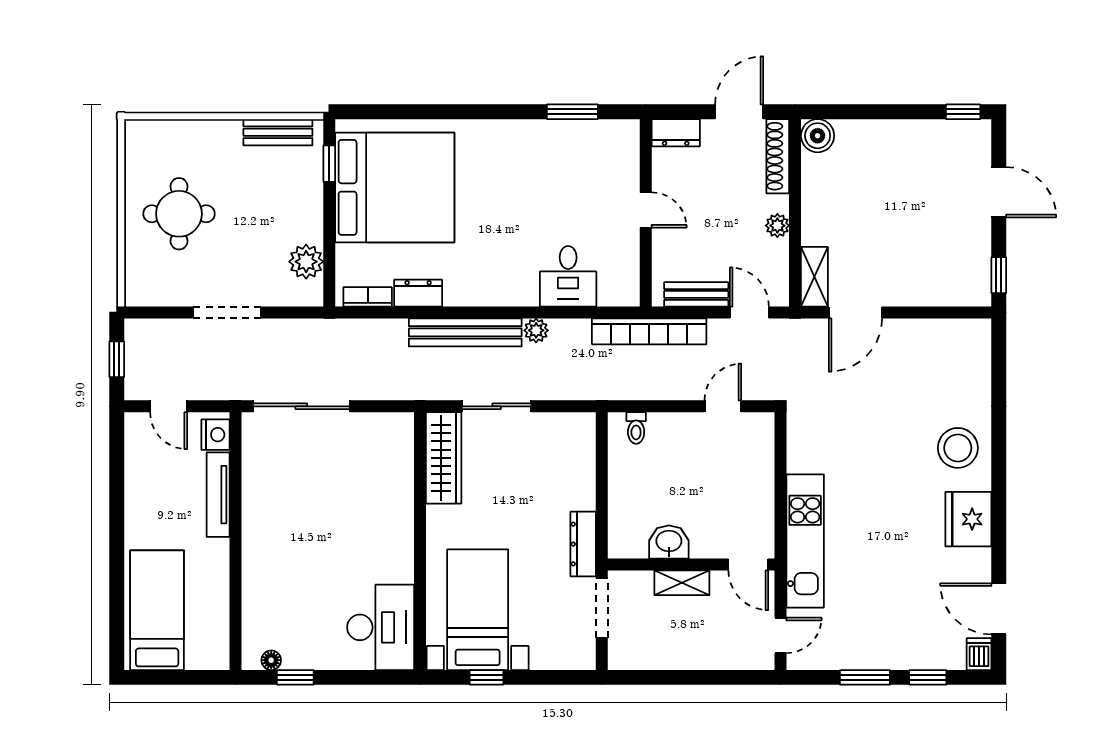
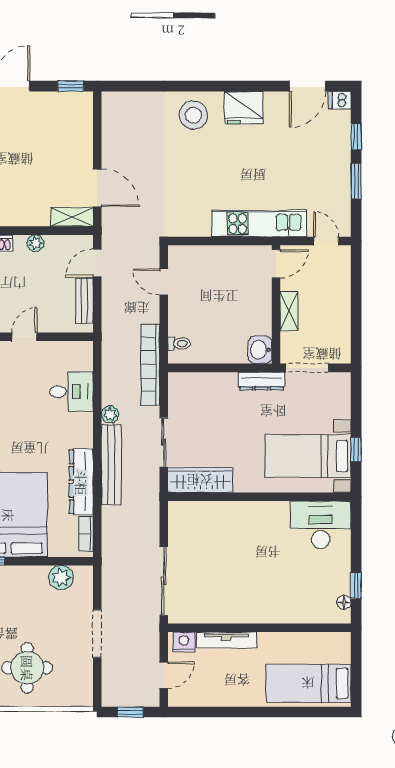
dresser: (418, 293) -> (81, 482), width x1.96, depth x1.24
bookcase: (649, 331) -> (150, 365), moved, turned 180
washbasin: (669, 542) -> (260, 350), moved

